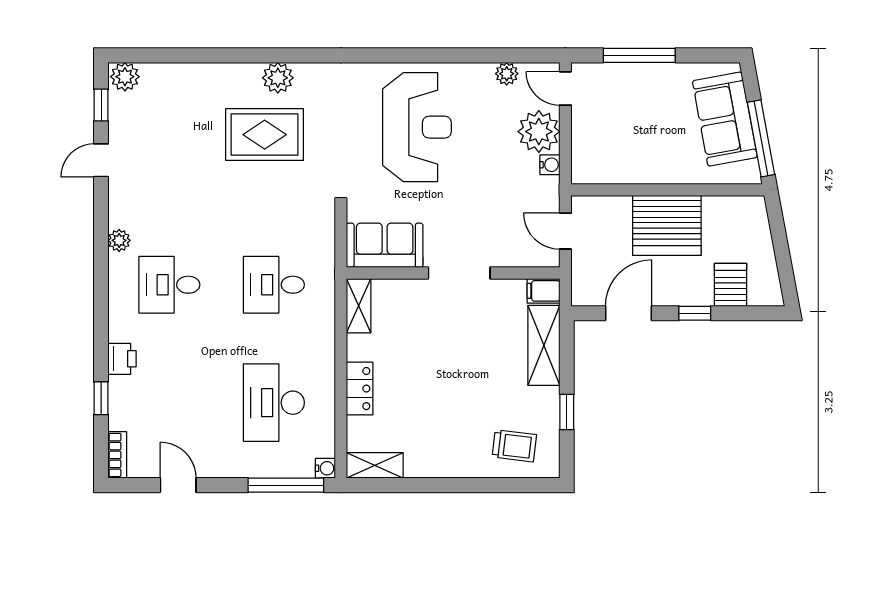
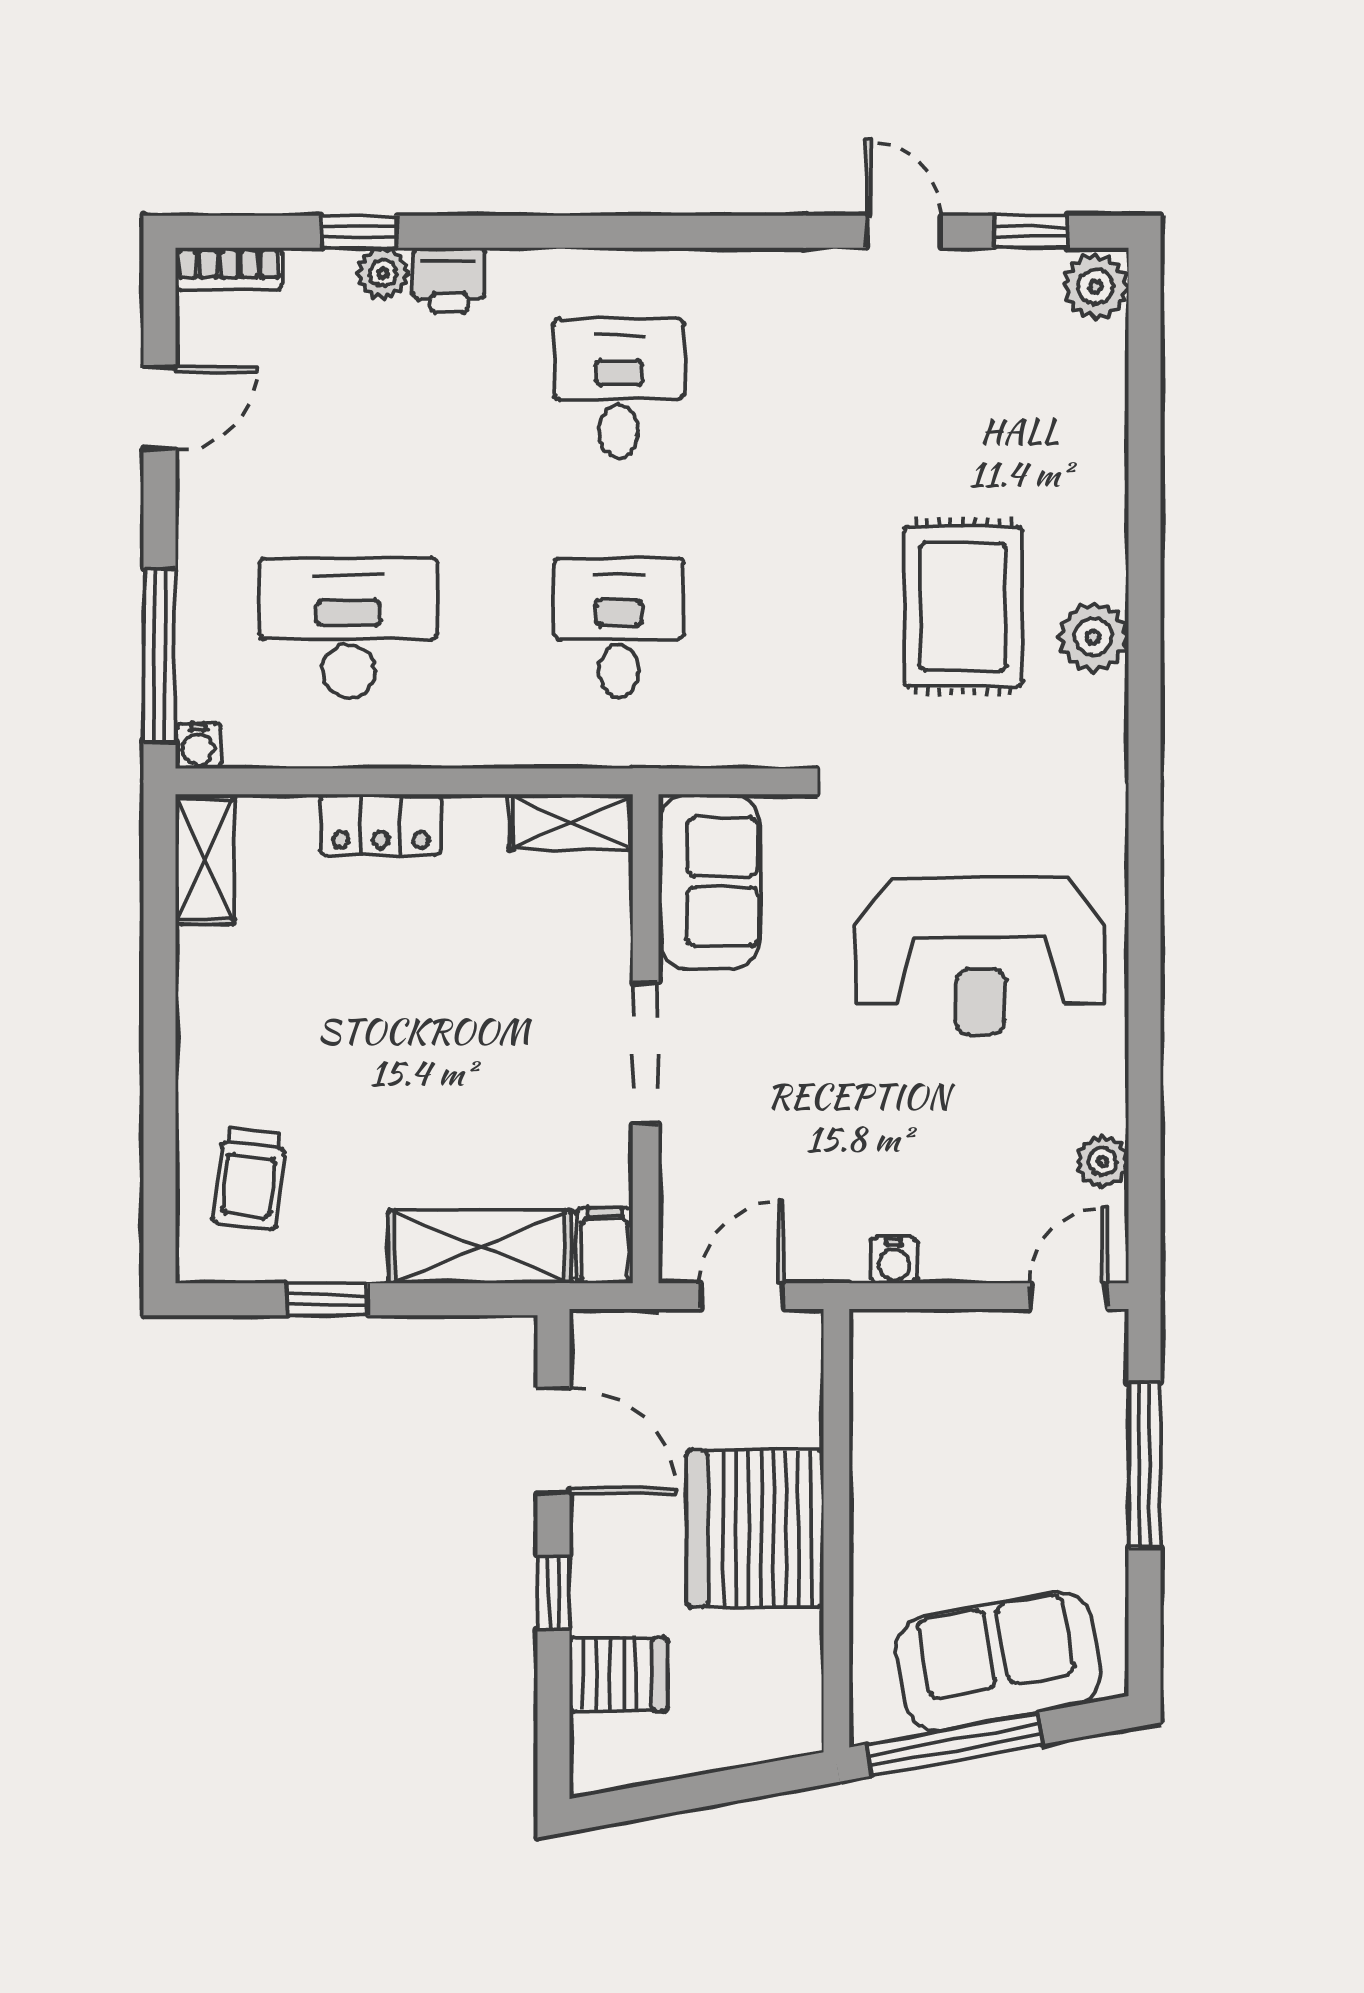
plant: (539, 132) -> (970, 1235), removed
plant: (119, 240) -> (383, 273), moved

